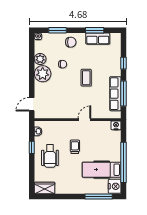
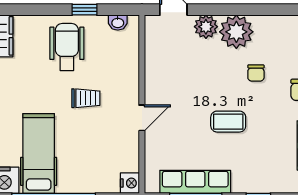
plant: (40, 59) -> (206, 27), moved
door: (84, 120) -> (142, 118), hinge flipped
wheelchair: (50, 156) -> (67, 47), turned 90

